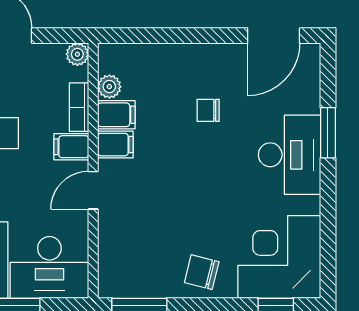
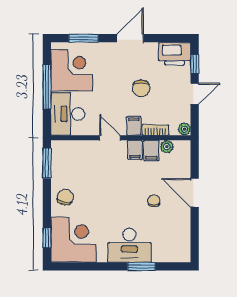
door: (274, 36) -> (195, 193), moved

